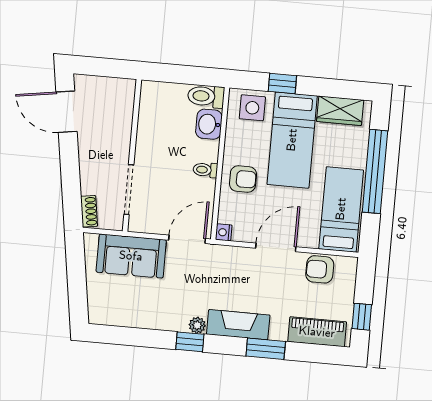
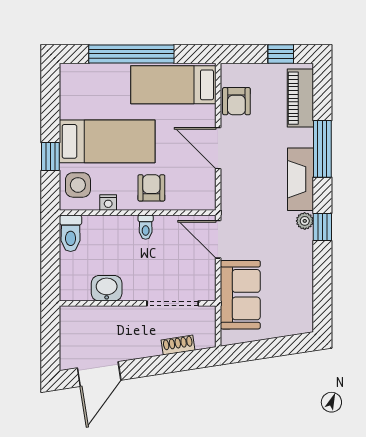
wardrobe: (340, 111) -> (73, 95), removed
washbasin: (209, 124) -> (107, 288), moved, turned 180
shoe rack: (89, 211) -> (178, 345), moved
nightstand: (224, 232) -> (108, 203), moved
window: (266, 349) -> (322, 149), width x1.44

